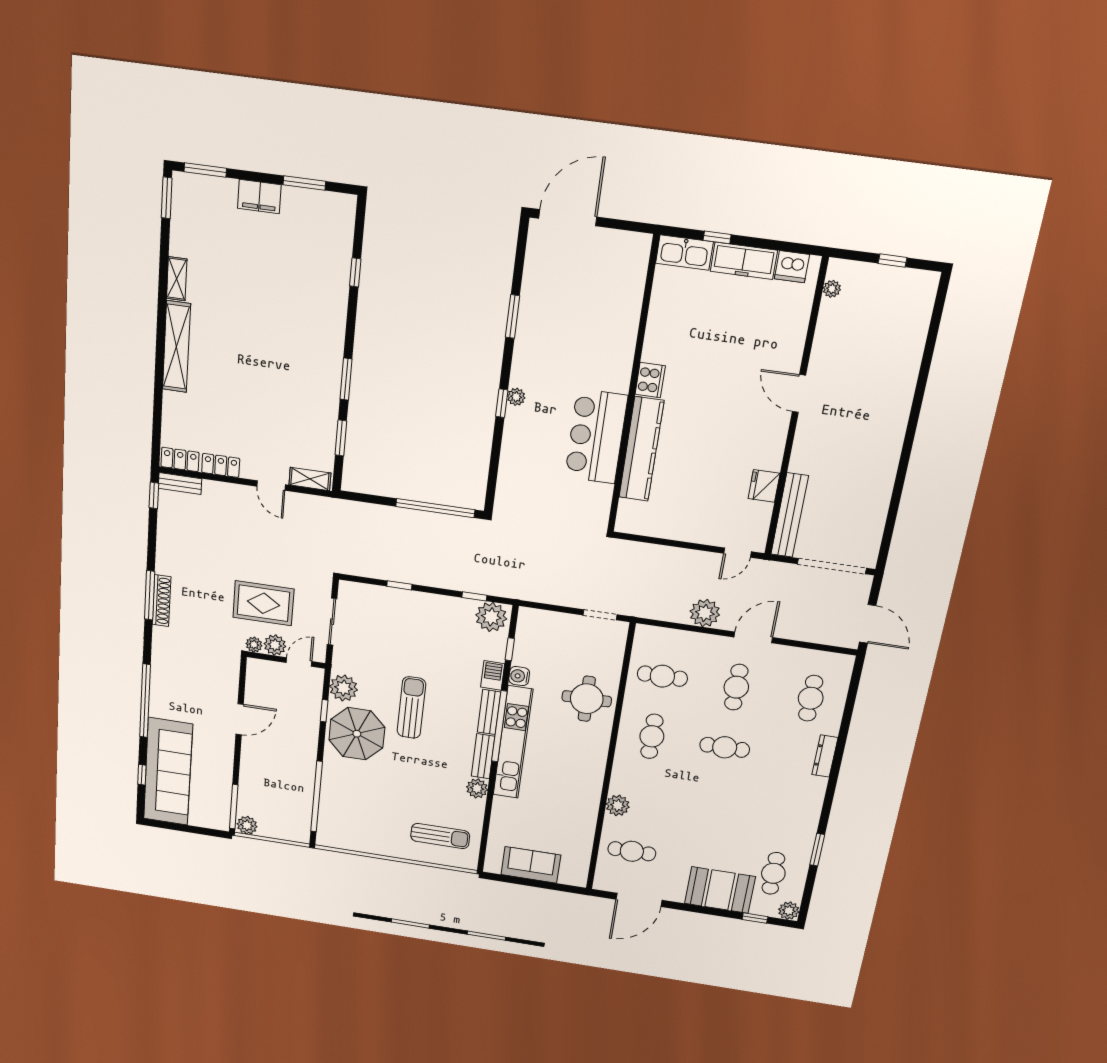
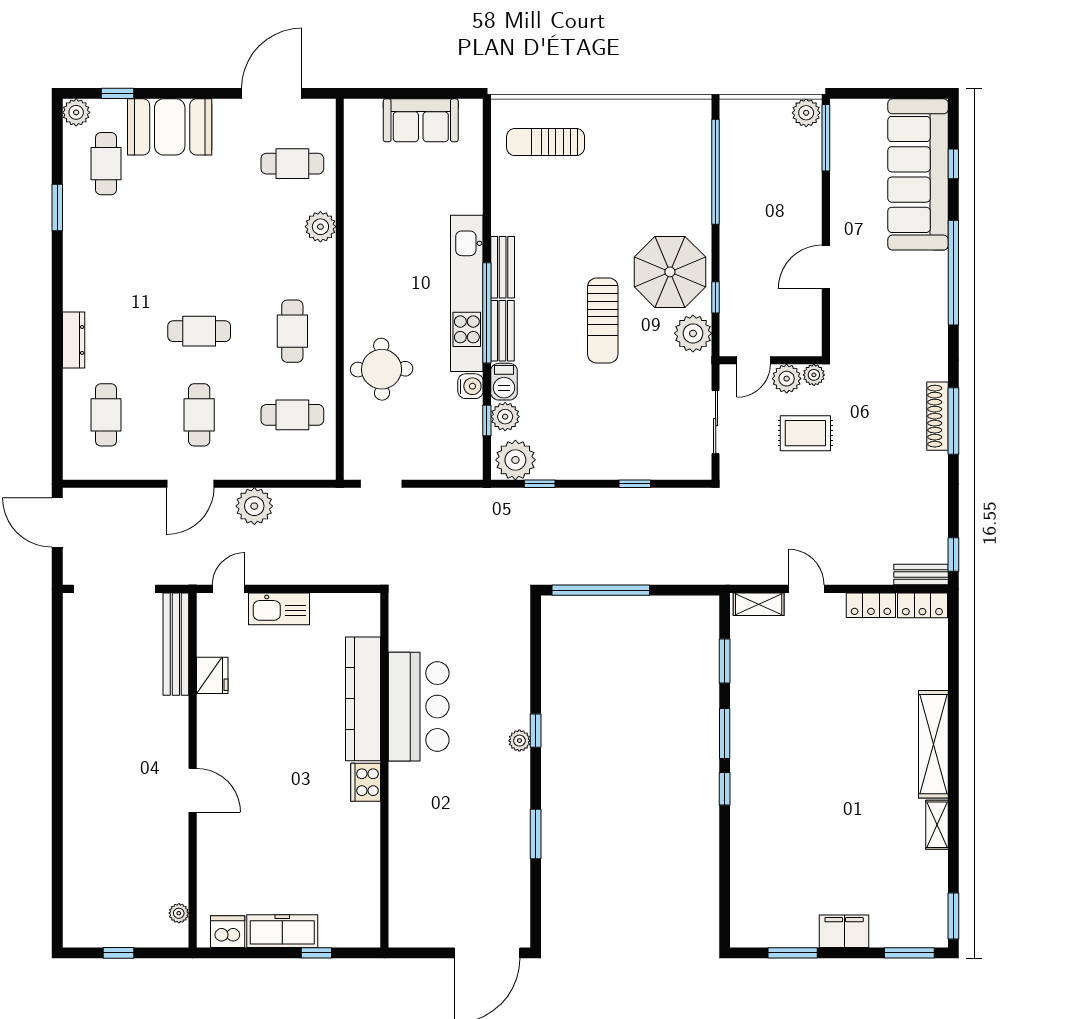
kitchen sink: (684, 253) -> (279, 609), moved, turned 180
window: (355, 272) -> (725, 789), moved
rug: (263, 603) -> (805, 433), width x0.73, depth x0.70
plant: (477, 788) -> (505, 417), moved

